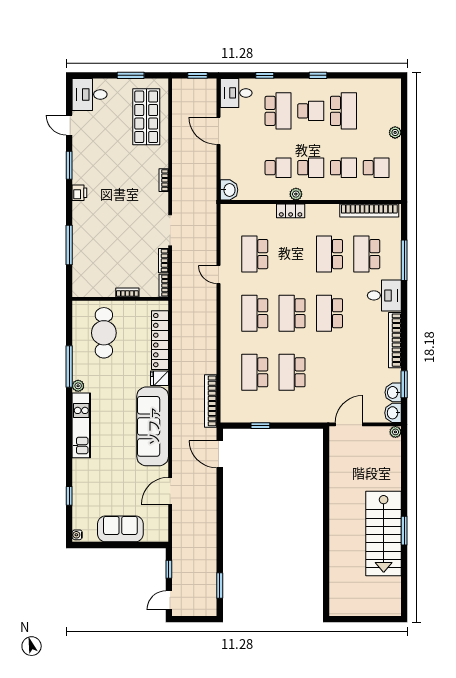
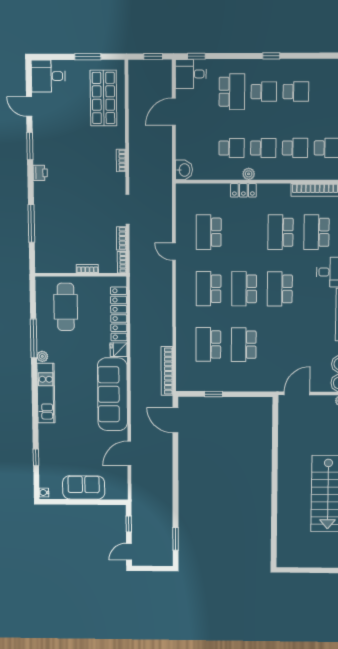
window: (265, 75) -> (196, 56), moved
school desk: (343, 111) -> (296, 91), width x0.54
door: (219, 131) -> (174, 112), hinge flipped

